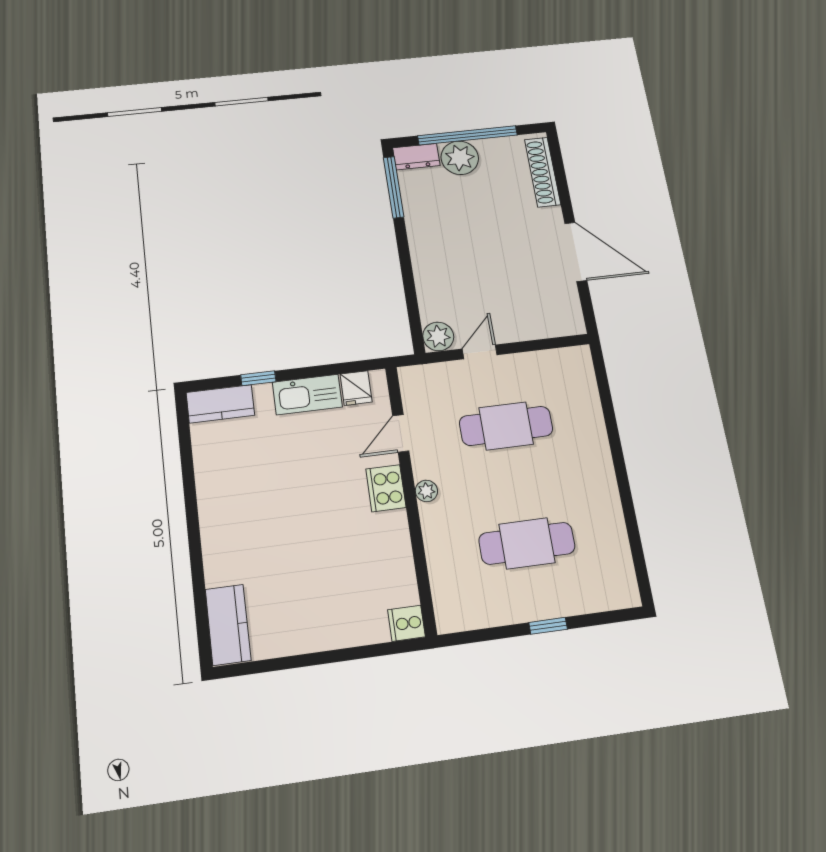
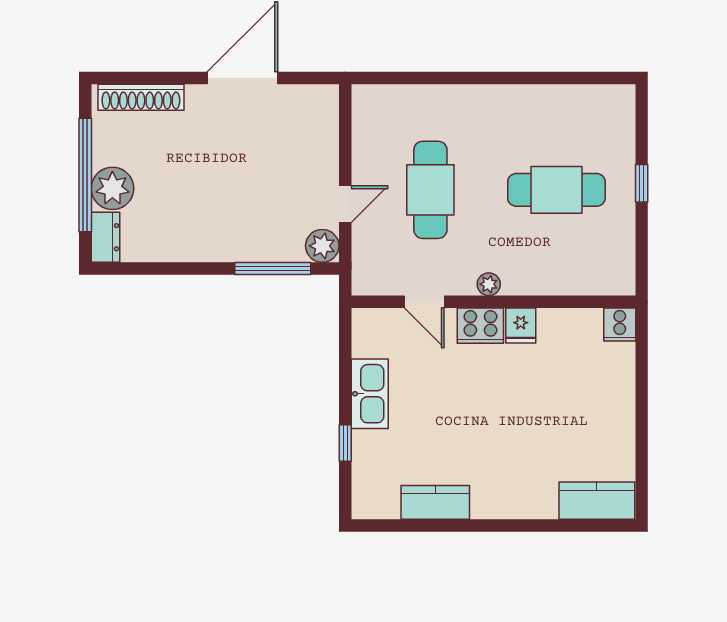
window: (394, 187) -> (273, 268), moved
door: (480, 352) -> (345, 204), swing flipped
fridge: (356, 388) -> (521, 325), moved, turned 90
kitchen counter: (220, 404) -> (435, 502), moved, turned -90
cafe table: (527, 543) -> (556, 190), turned 90

